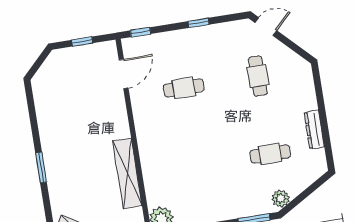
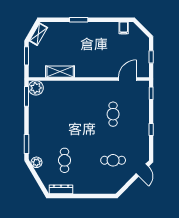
door: (124, 74) -> (127, 79), swing flipped
filing cabinet: (42, 93) -> (124, 28), added
dresser: (314, 130) -> (61, 189), moved
shelving: (127, 173) -> (60, 72), width x0.68

